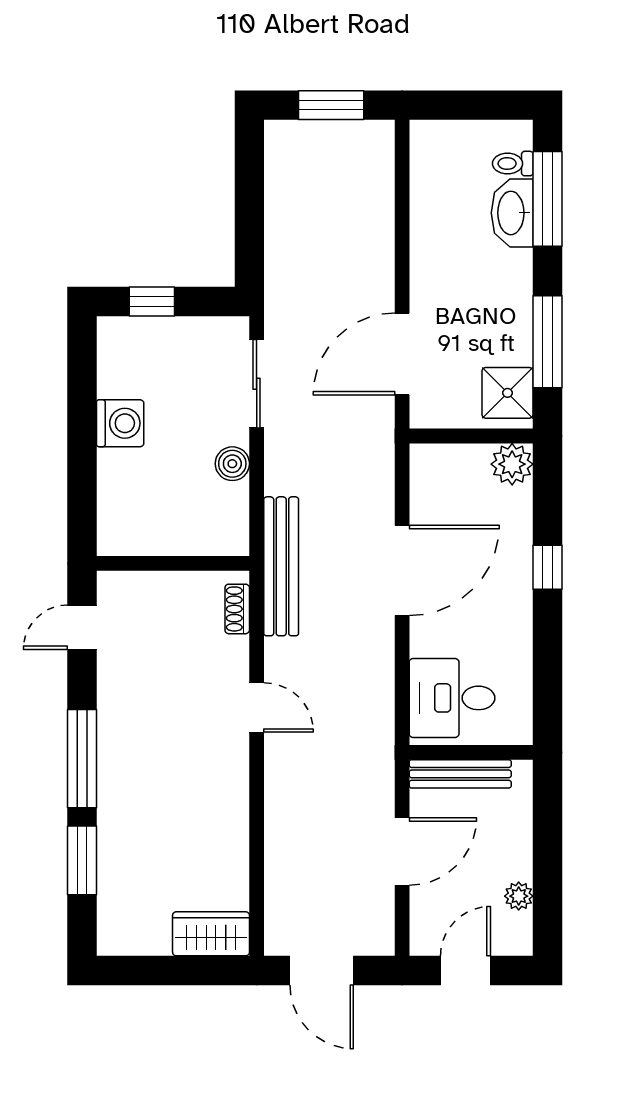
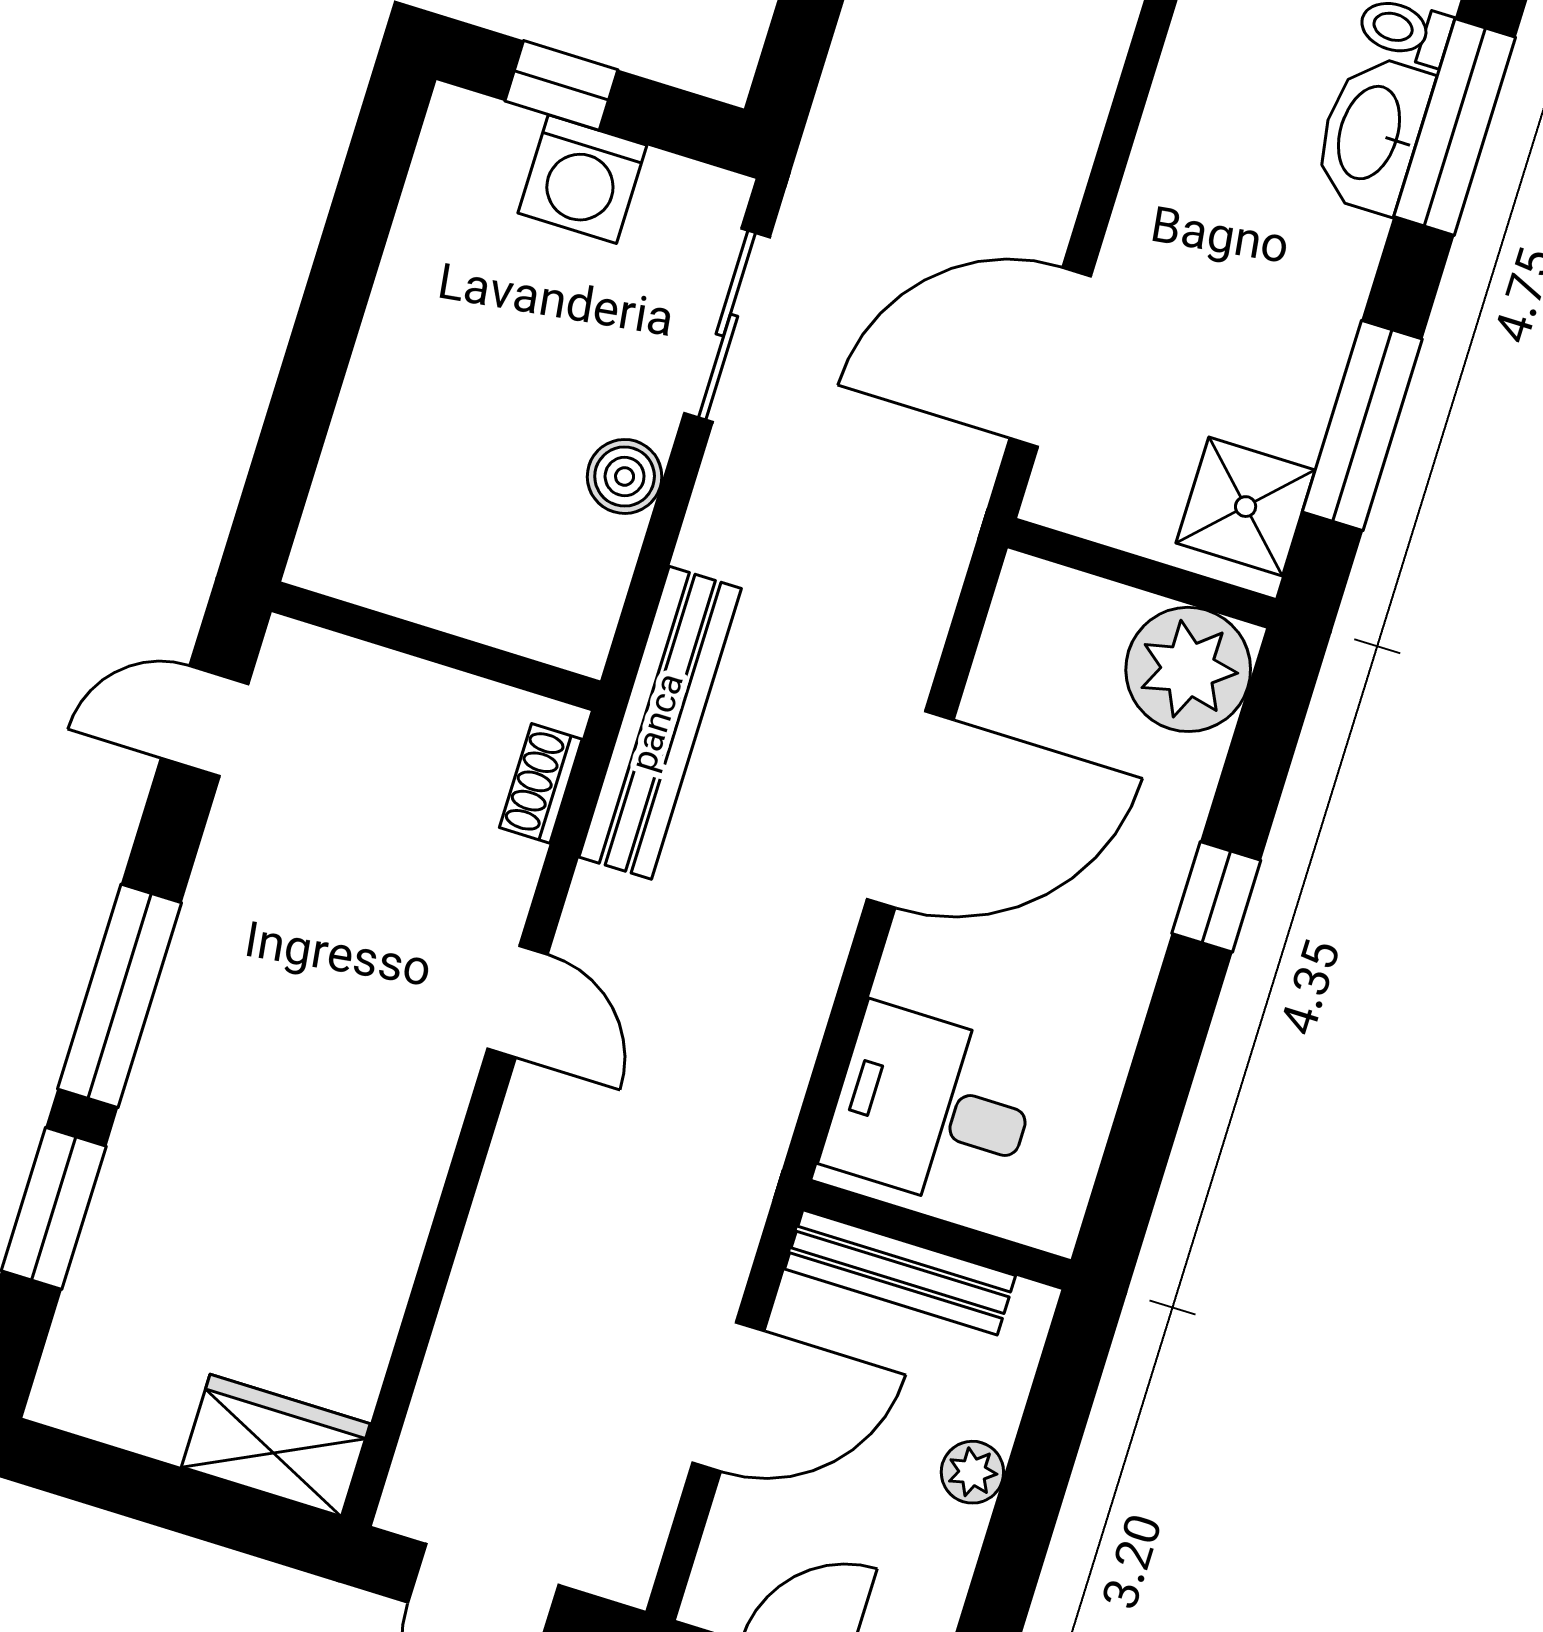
washing machine: (120, 423) -> (582, 179), moved, turned 90
plant: (512, 464) -> (1188, 669), width x1.36, depth x1.36
plant: (519, 896) -> (972, 1472), moved

